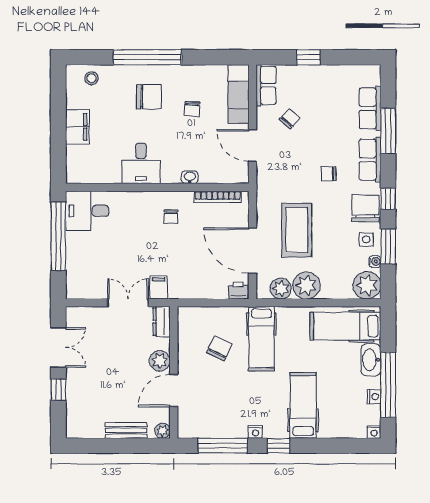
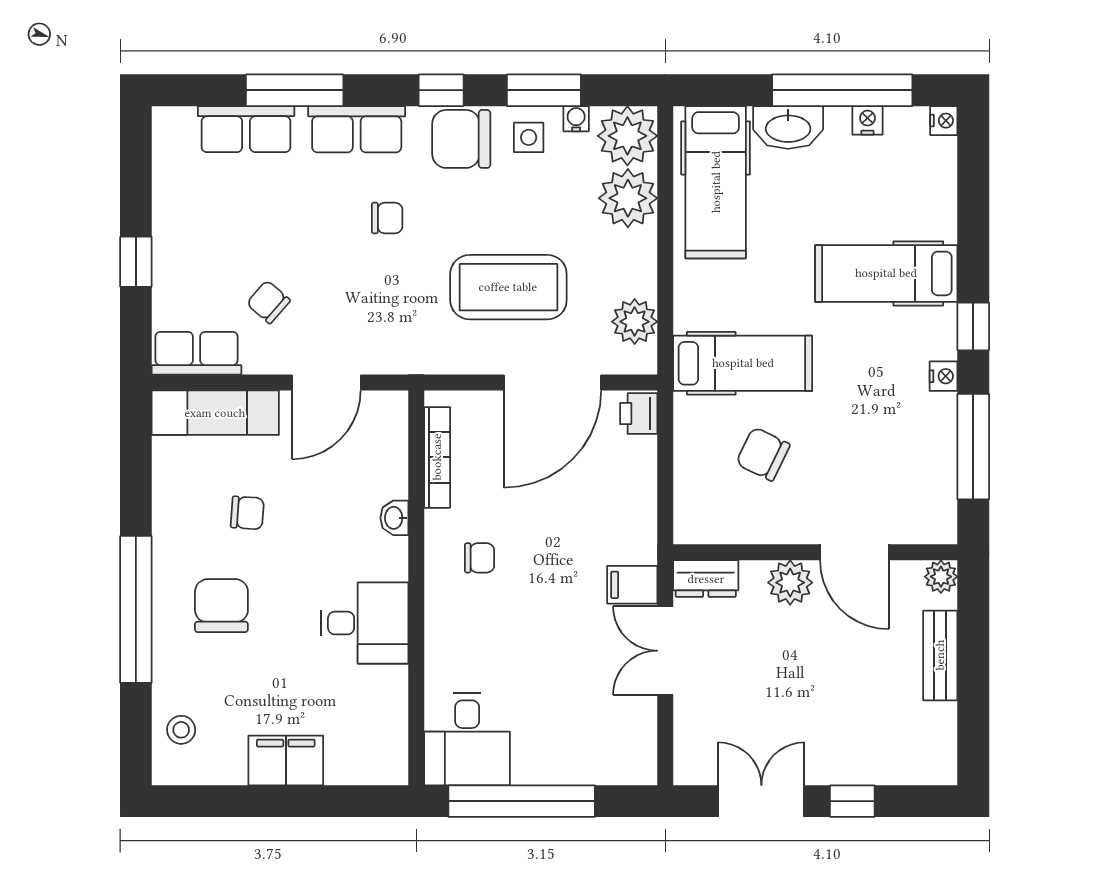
chair: (329, 174) -> (387, 218), turned -90
plant: (306, 286) -> (628, 198), moved

